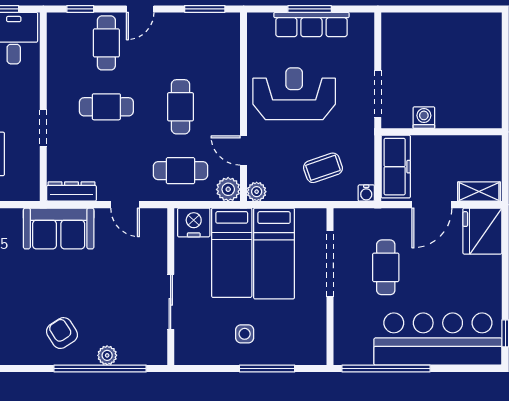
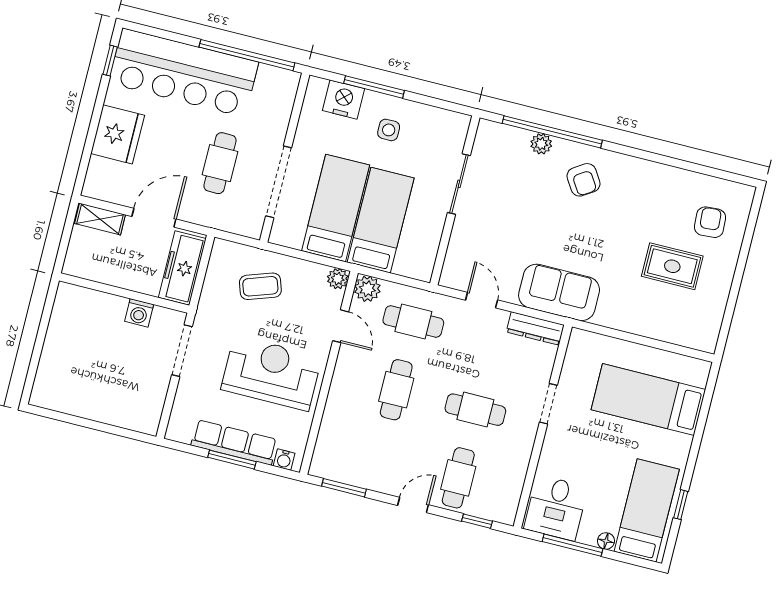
reception desk: (294, 94) -> (271, 373), turned 180
water cooler: (366, 193) -> (284, 460), moved, turned 180
nightstand: (194, 222) -> (344, 100), moved, turned 180
fridge: (482, 231) -> (118, 134), moved

